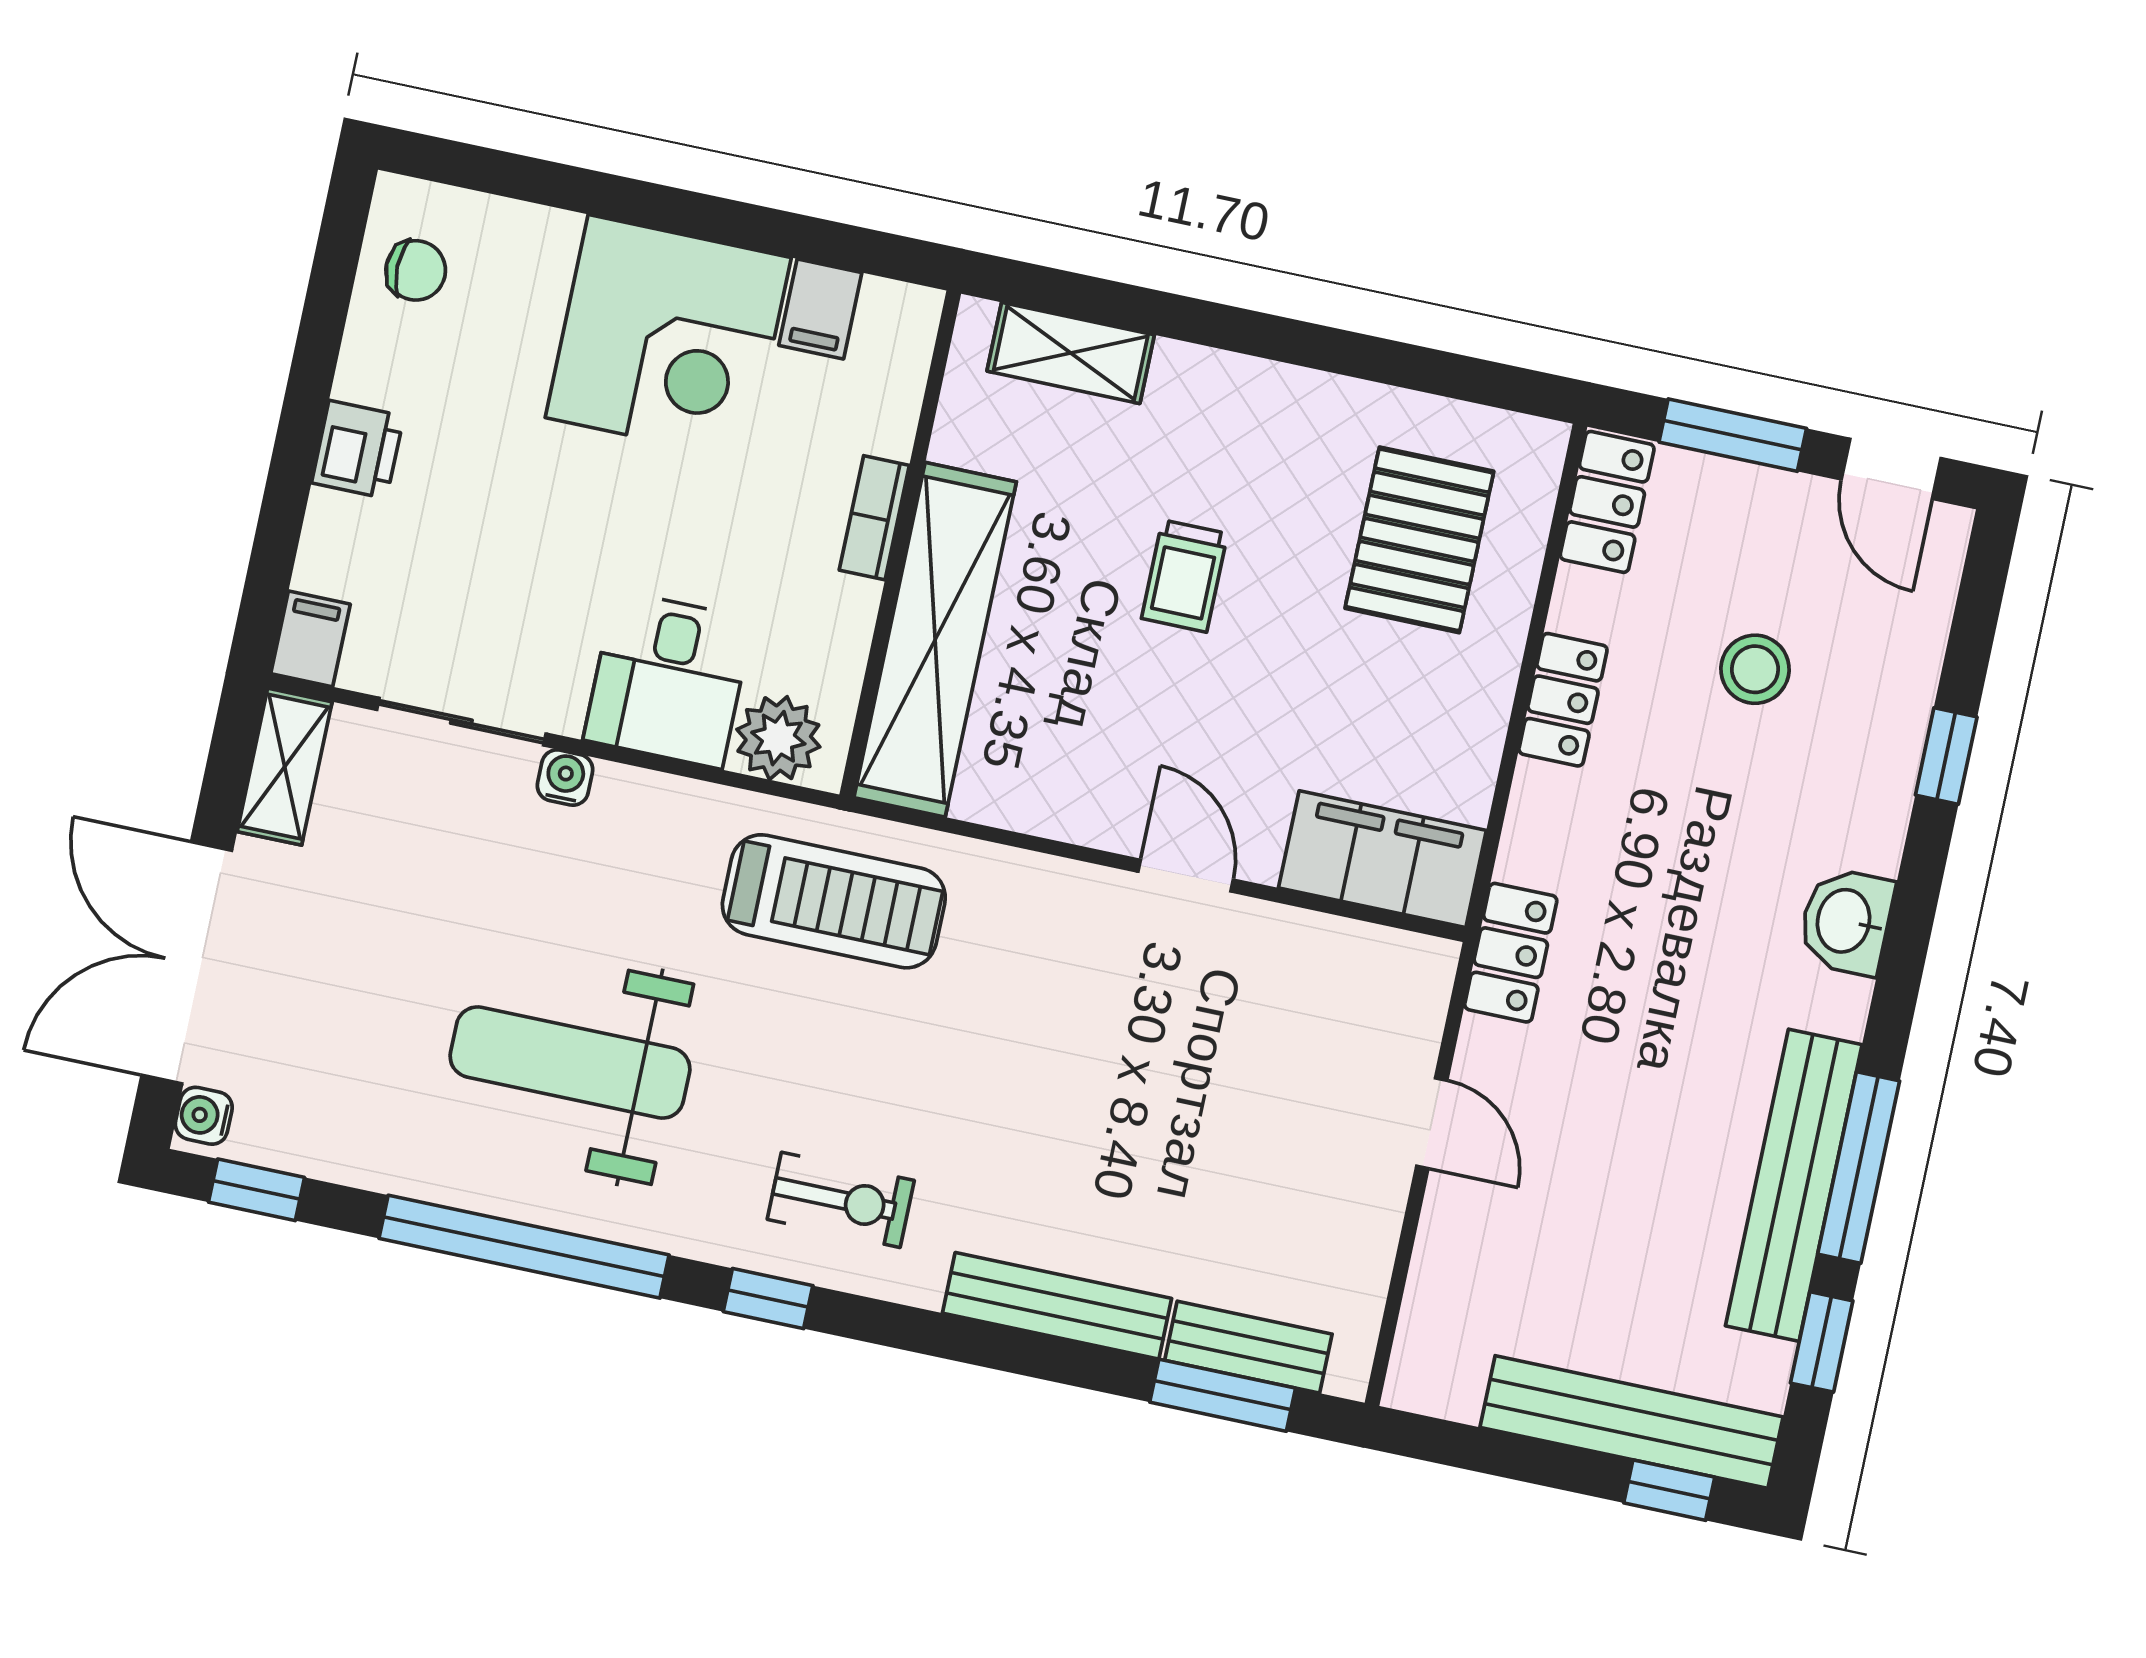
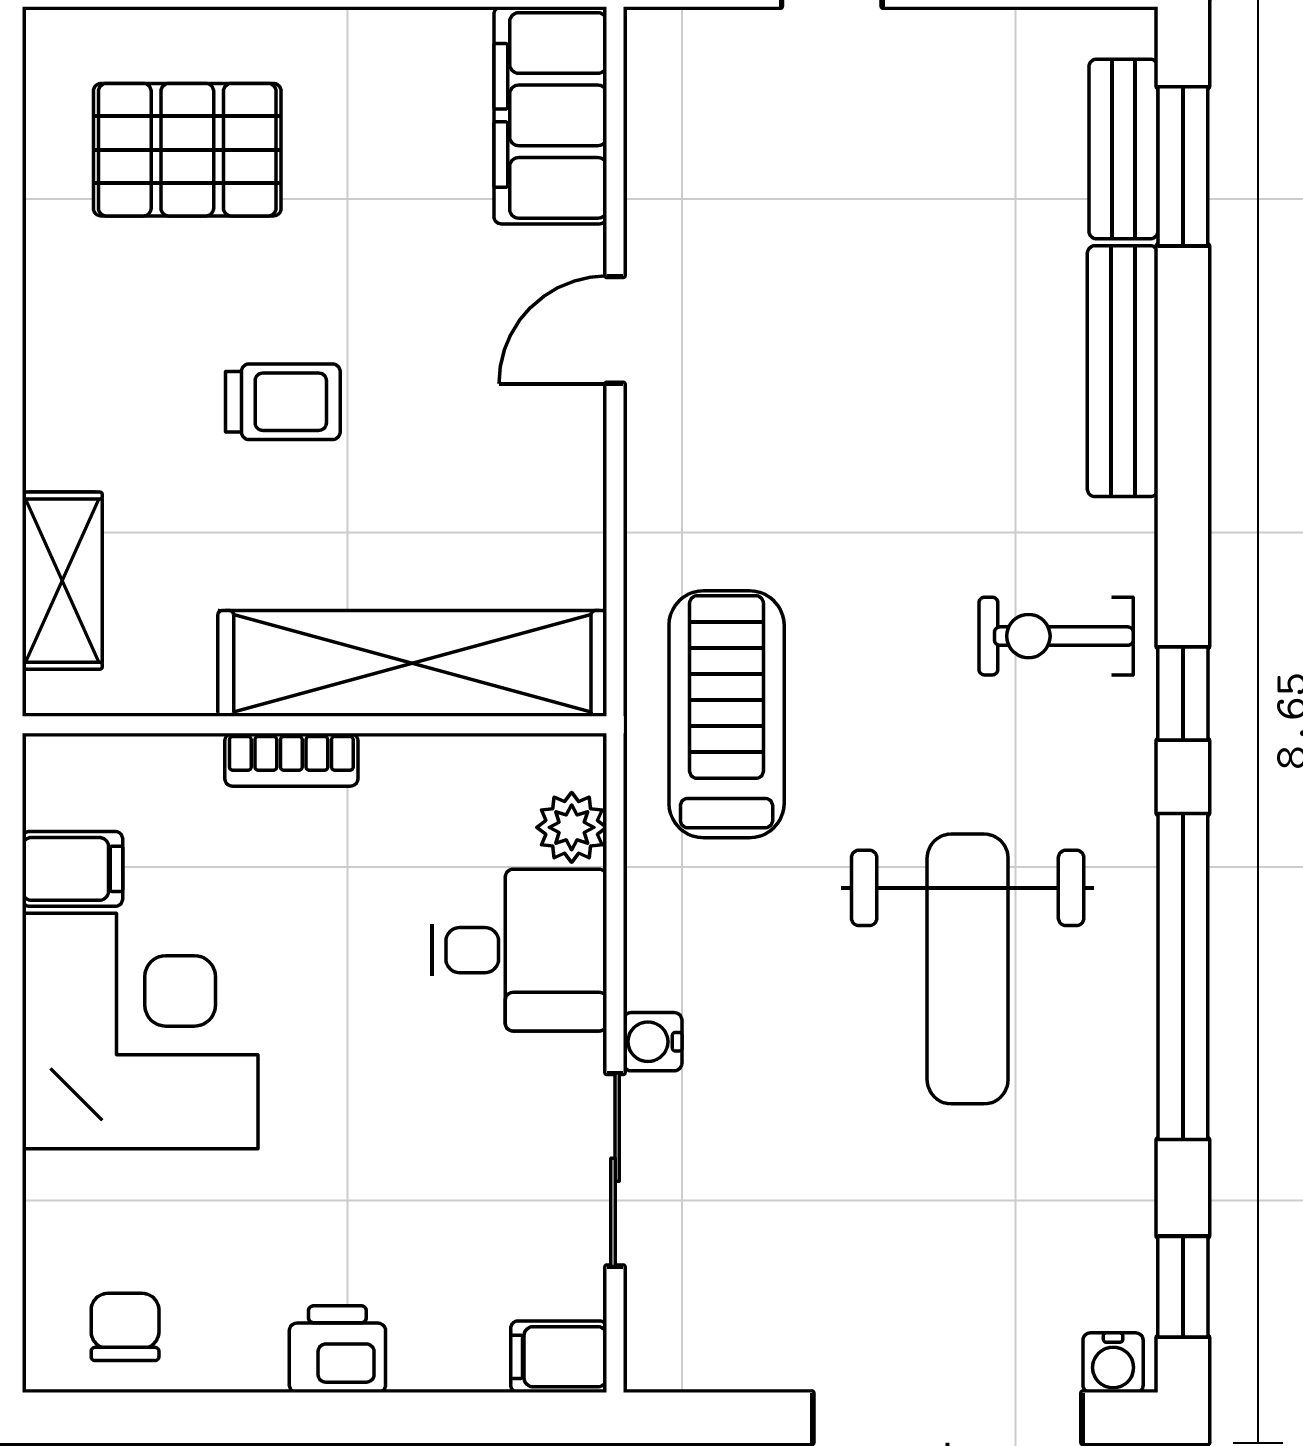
plant: (778, 738) -> (572, 827), width x0.73, depth x0.73
shelving: (285, 767) -> (707, 1355), removed
exercise bike: (841, 1200) -> (1056, 636), turned -90

